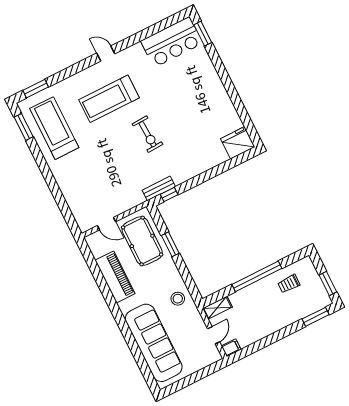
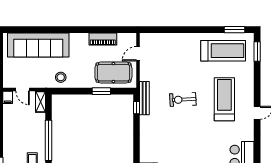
exercise bike: (147, 134) -> (183, 100), moved
bench: (159, 188) -> (144, 98), width x1.36
piano: (115, 277) -> (103, 39), width x0.73, depth x0.75

